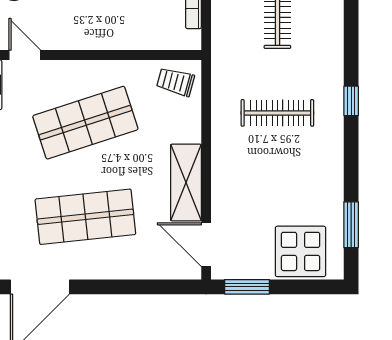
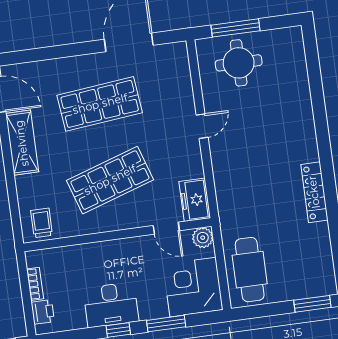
trolley: (175, 82) -> (42, 223), turned -105

